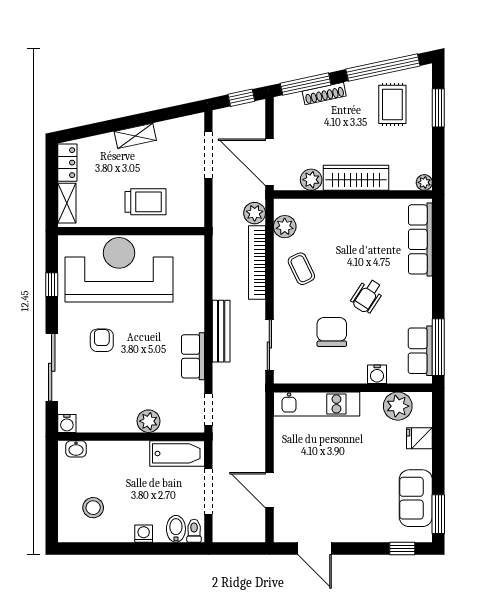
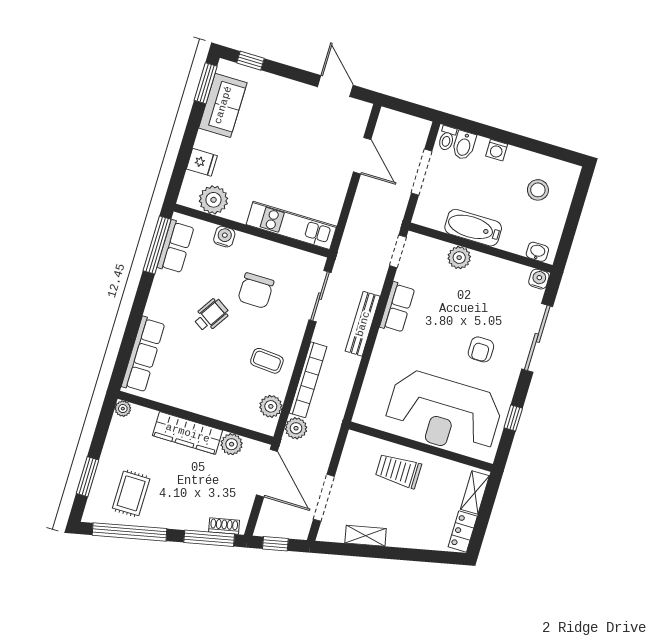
shoe rack: (324, 94) -> (224, 526), moved, width x0.70
shelving: (135, 136) -> (366, 536), moved
coffee table: (301, 269) -> (267, 361), turned -60
bathtub: (177, 453) -> (473, 228), moved

